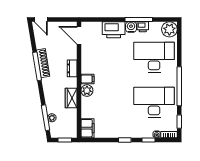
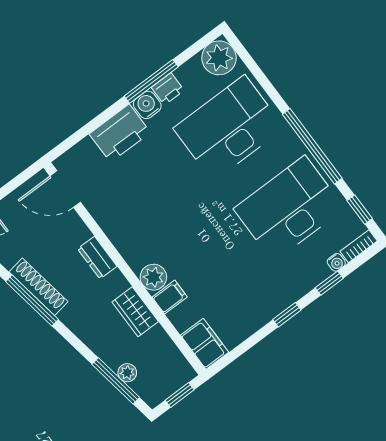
filing cabinet: (87, 79) -> (170, 297), moved

